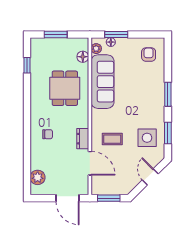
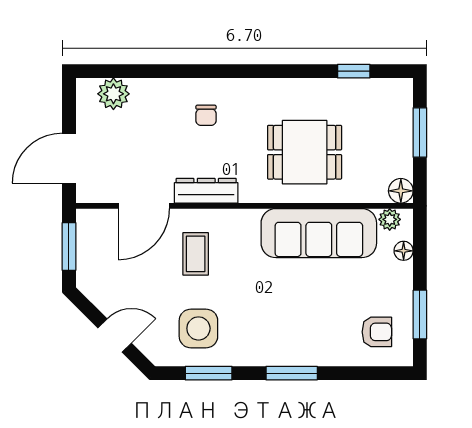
window: (116, 34) -> (420, 315), moved
floor lamp: (83, 57) -> (401, 191), moved
dresser: (83, 139) -> (206, 191), width x1.44

